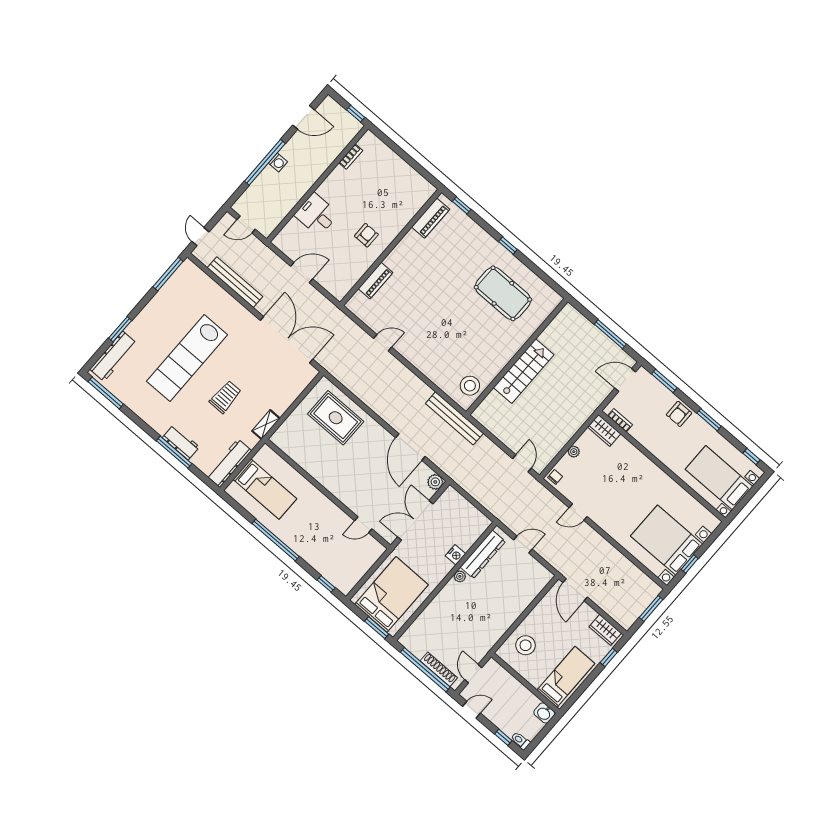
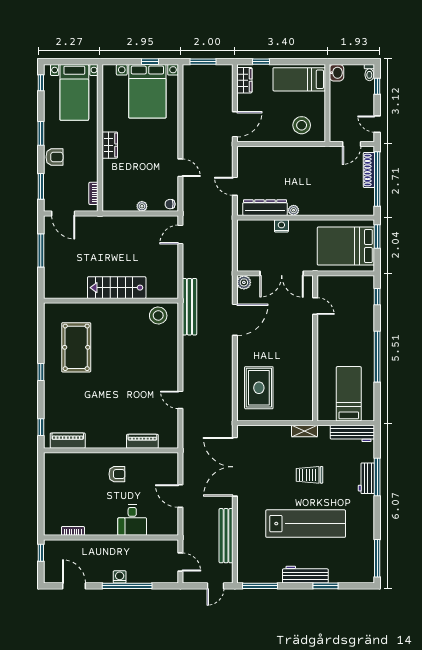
armchair: (366, 235) -> (117, 474), turned 180
workbench: (113, 356) -> (305, 575), moved
wardrobe: (604, 430) -> (110, 145), moved

